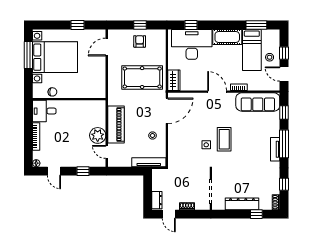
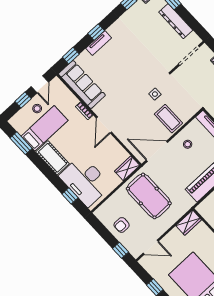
window: (140, 25) -> (120, 250), moved
wardrobe: (100, 88) -> (189, 223), added
coffee table: (224, 139) -> (168, 119), moved, turned 90
window: (284, 144) -> (96, 32), width x0.46
tv unit: (275, 149) -> (99, 43), moved

